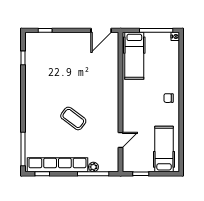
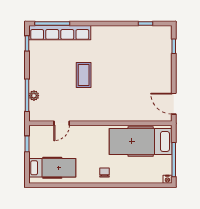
hospital bed: (134, 56) -> (141, 141), width x1.37, depth x1.29
coffee table: (73, 118) -> (84, 75), turned -37
door: (121, 140) -> (62, 123), hinge flipped
row of seats: (57, 165) -> (60, 33), moved, turned 90

